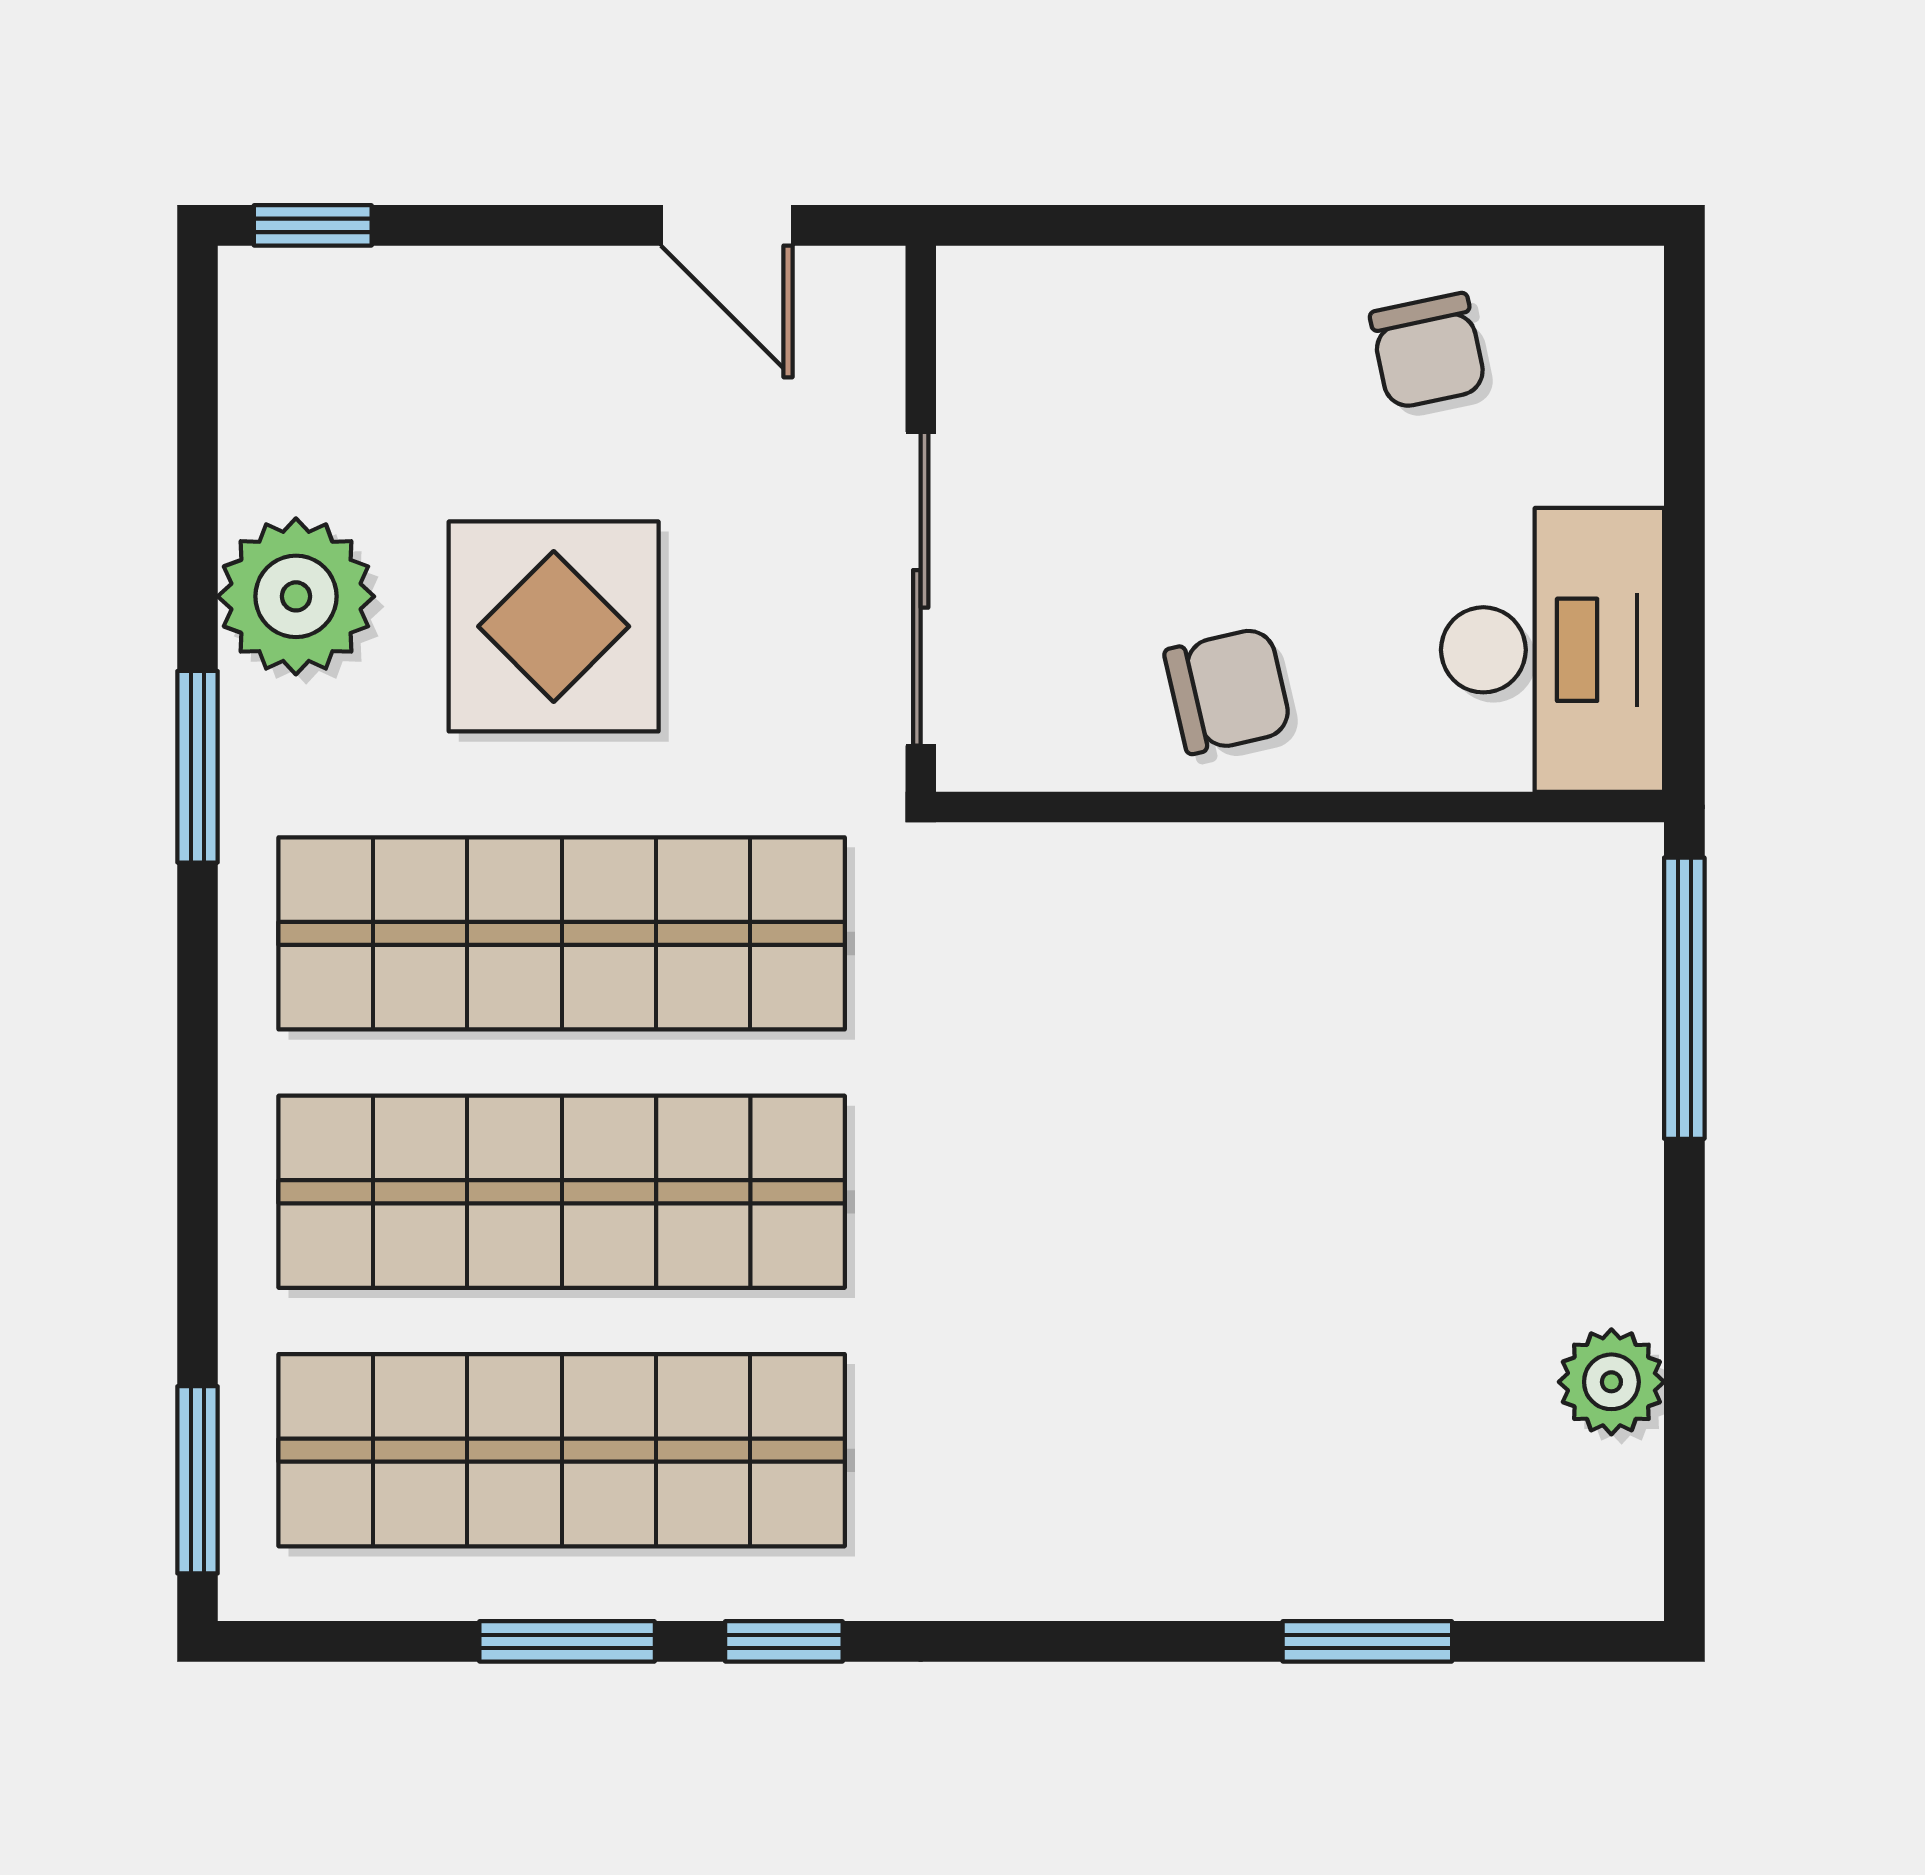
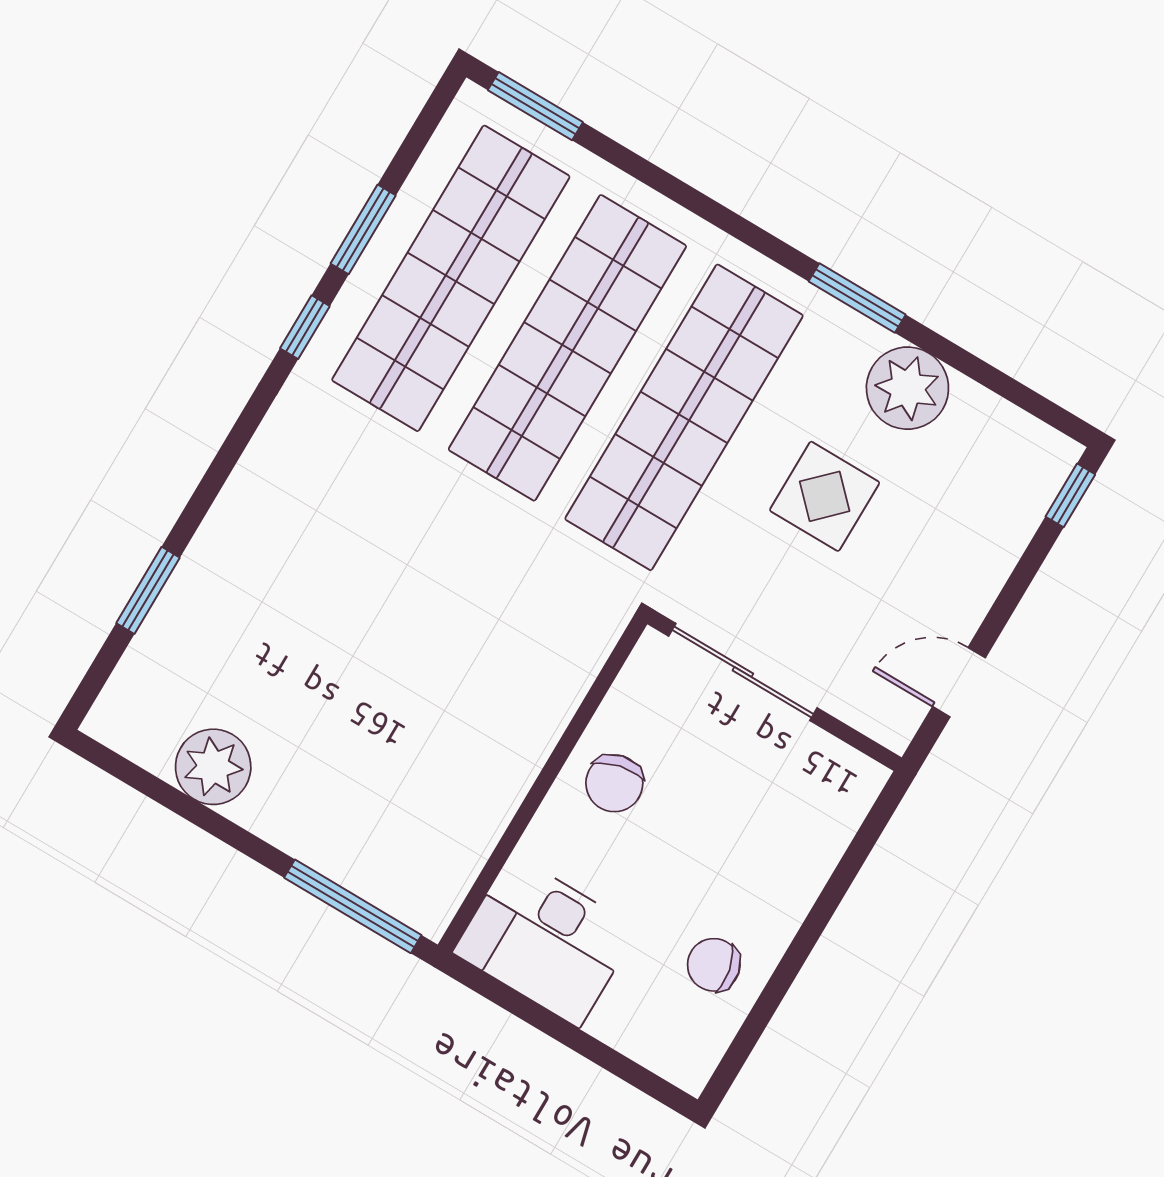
display table: (554, 626) -> (825, 496), width x0.73, depth x0.73
plant: (1611, 1382) -> (213, 767), width x1.36, depth x1.36

